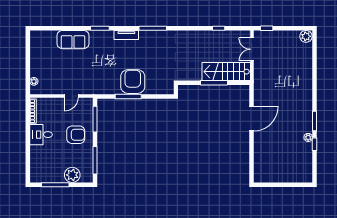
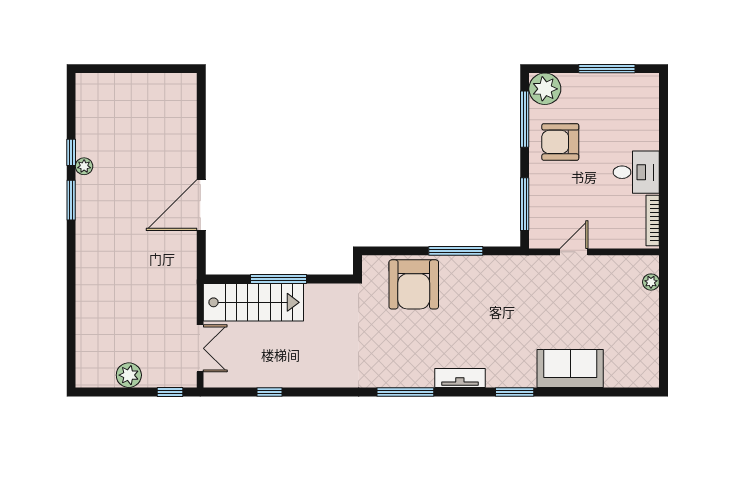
plant: (306, 36) -> (129, 375), moved
armchair: (133, 82) -> (414, 284), moved
armchair: (76, 135) -> (560, 142), moved
plant: (72, 175) -> (545, 89), moved

